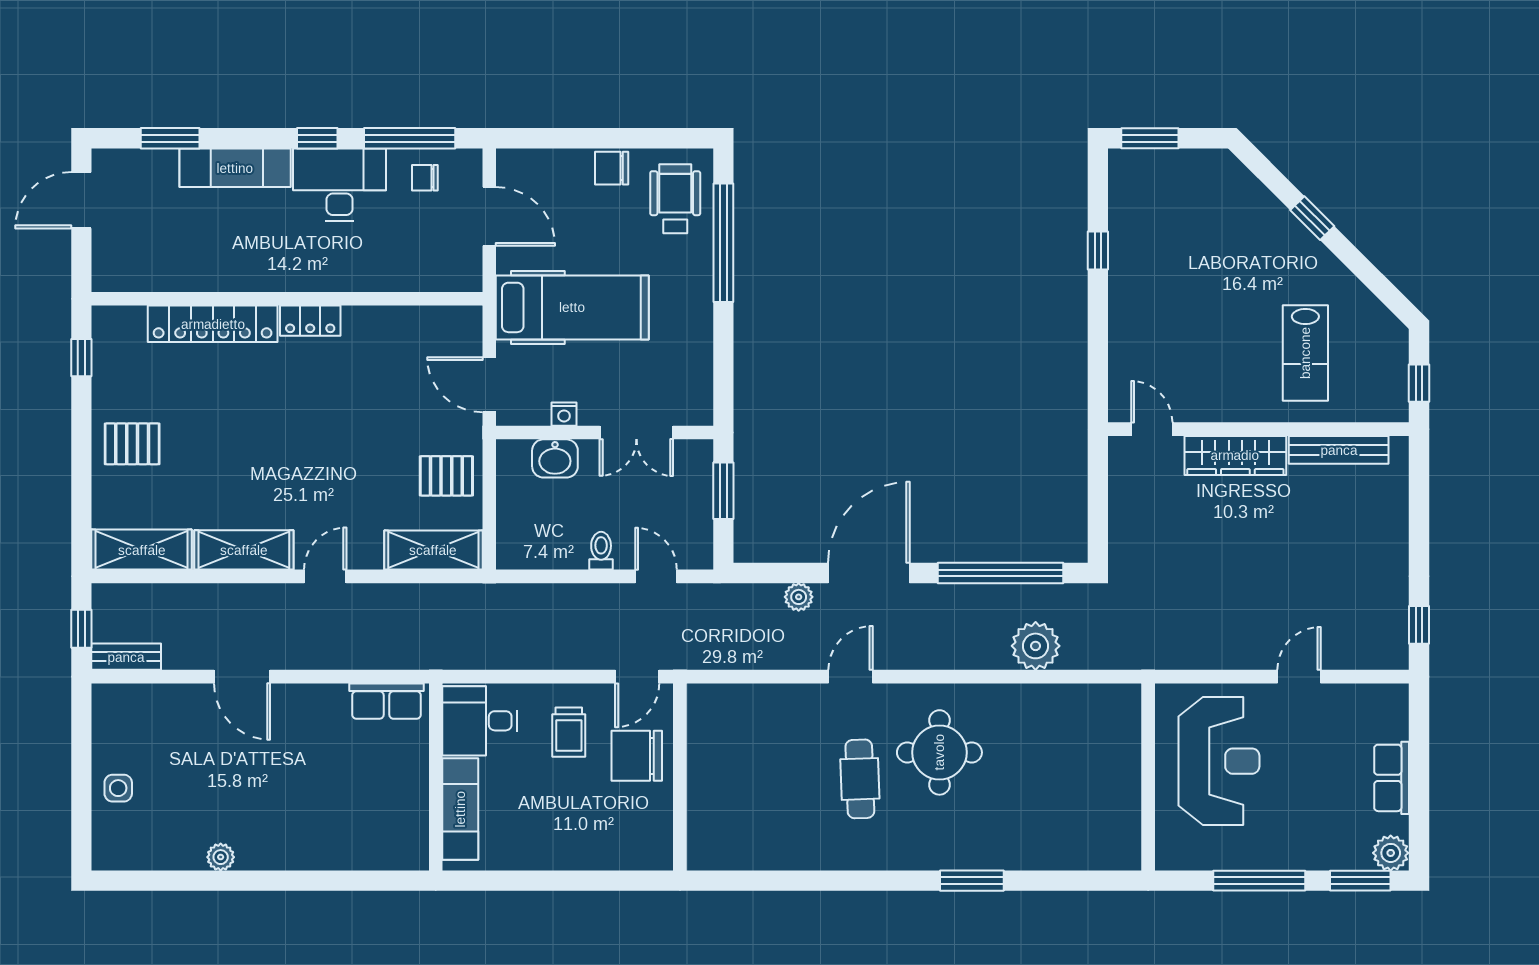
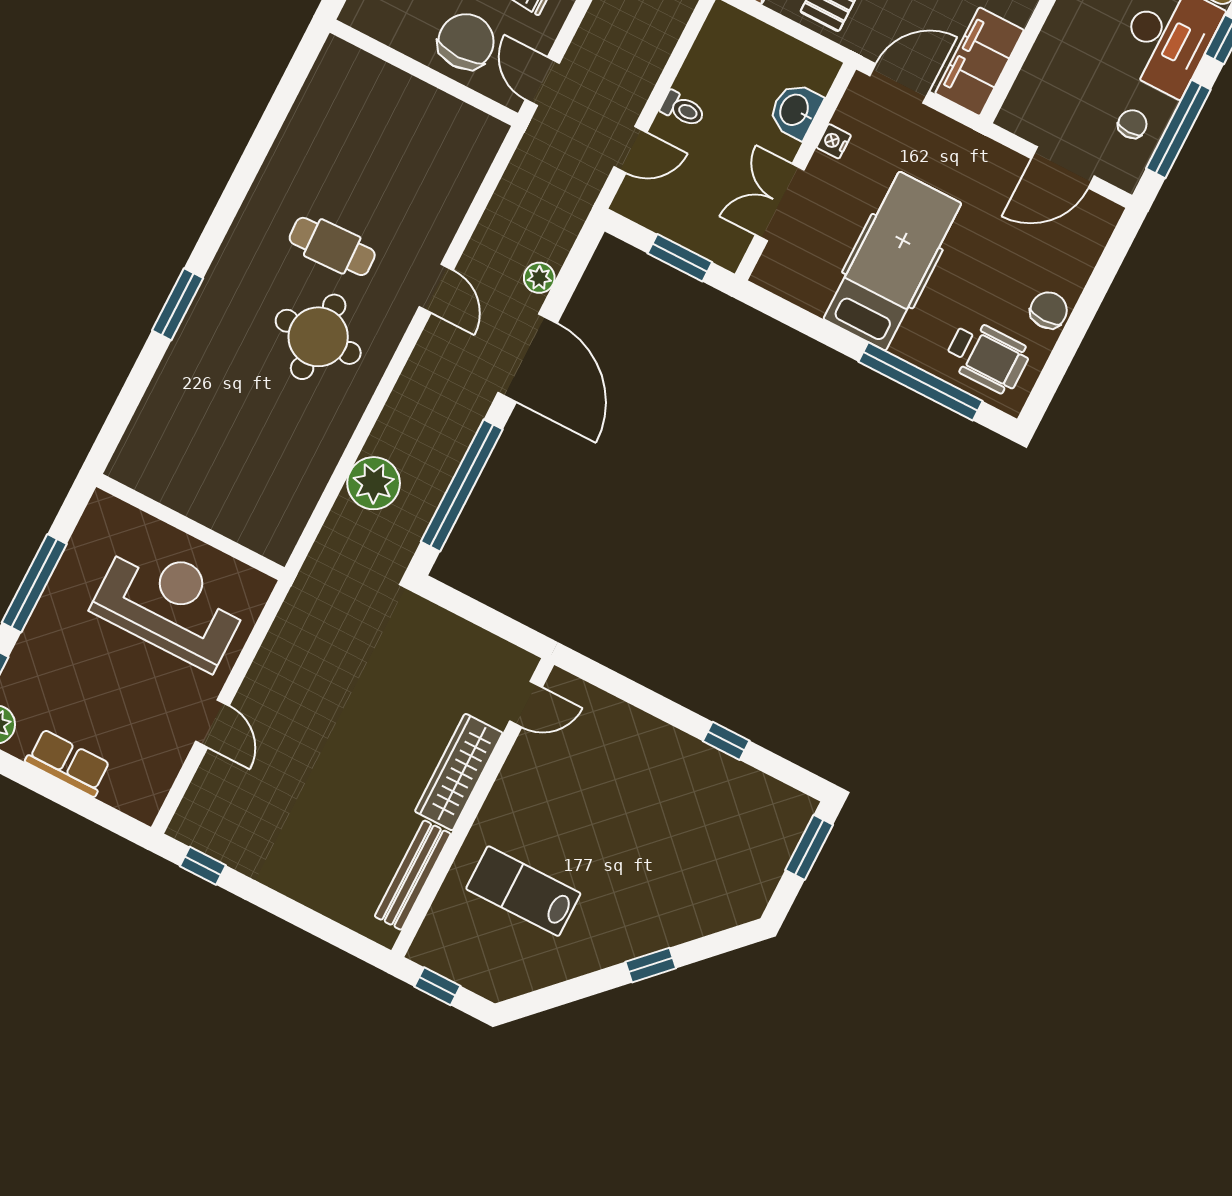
hospital bed: (572, 307) -> (892, 261), moved, turned 180
filing cabinet: (438, 329) -> (980, 62), added
reception desk: (1219, 761) -> (170, 604), turned 180

